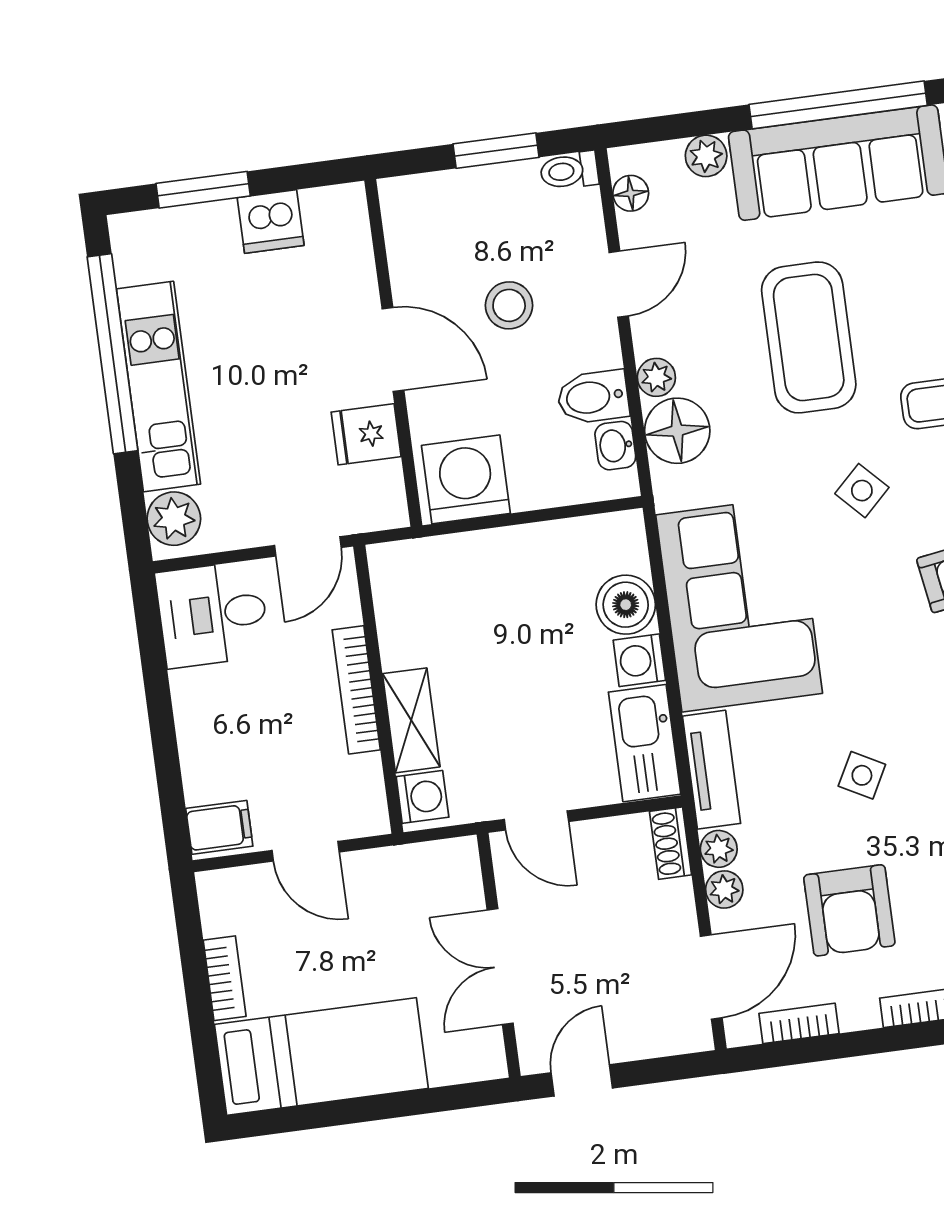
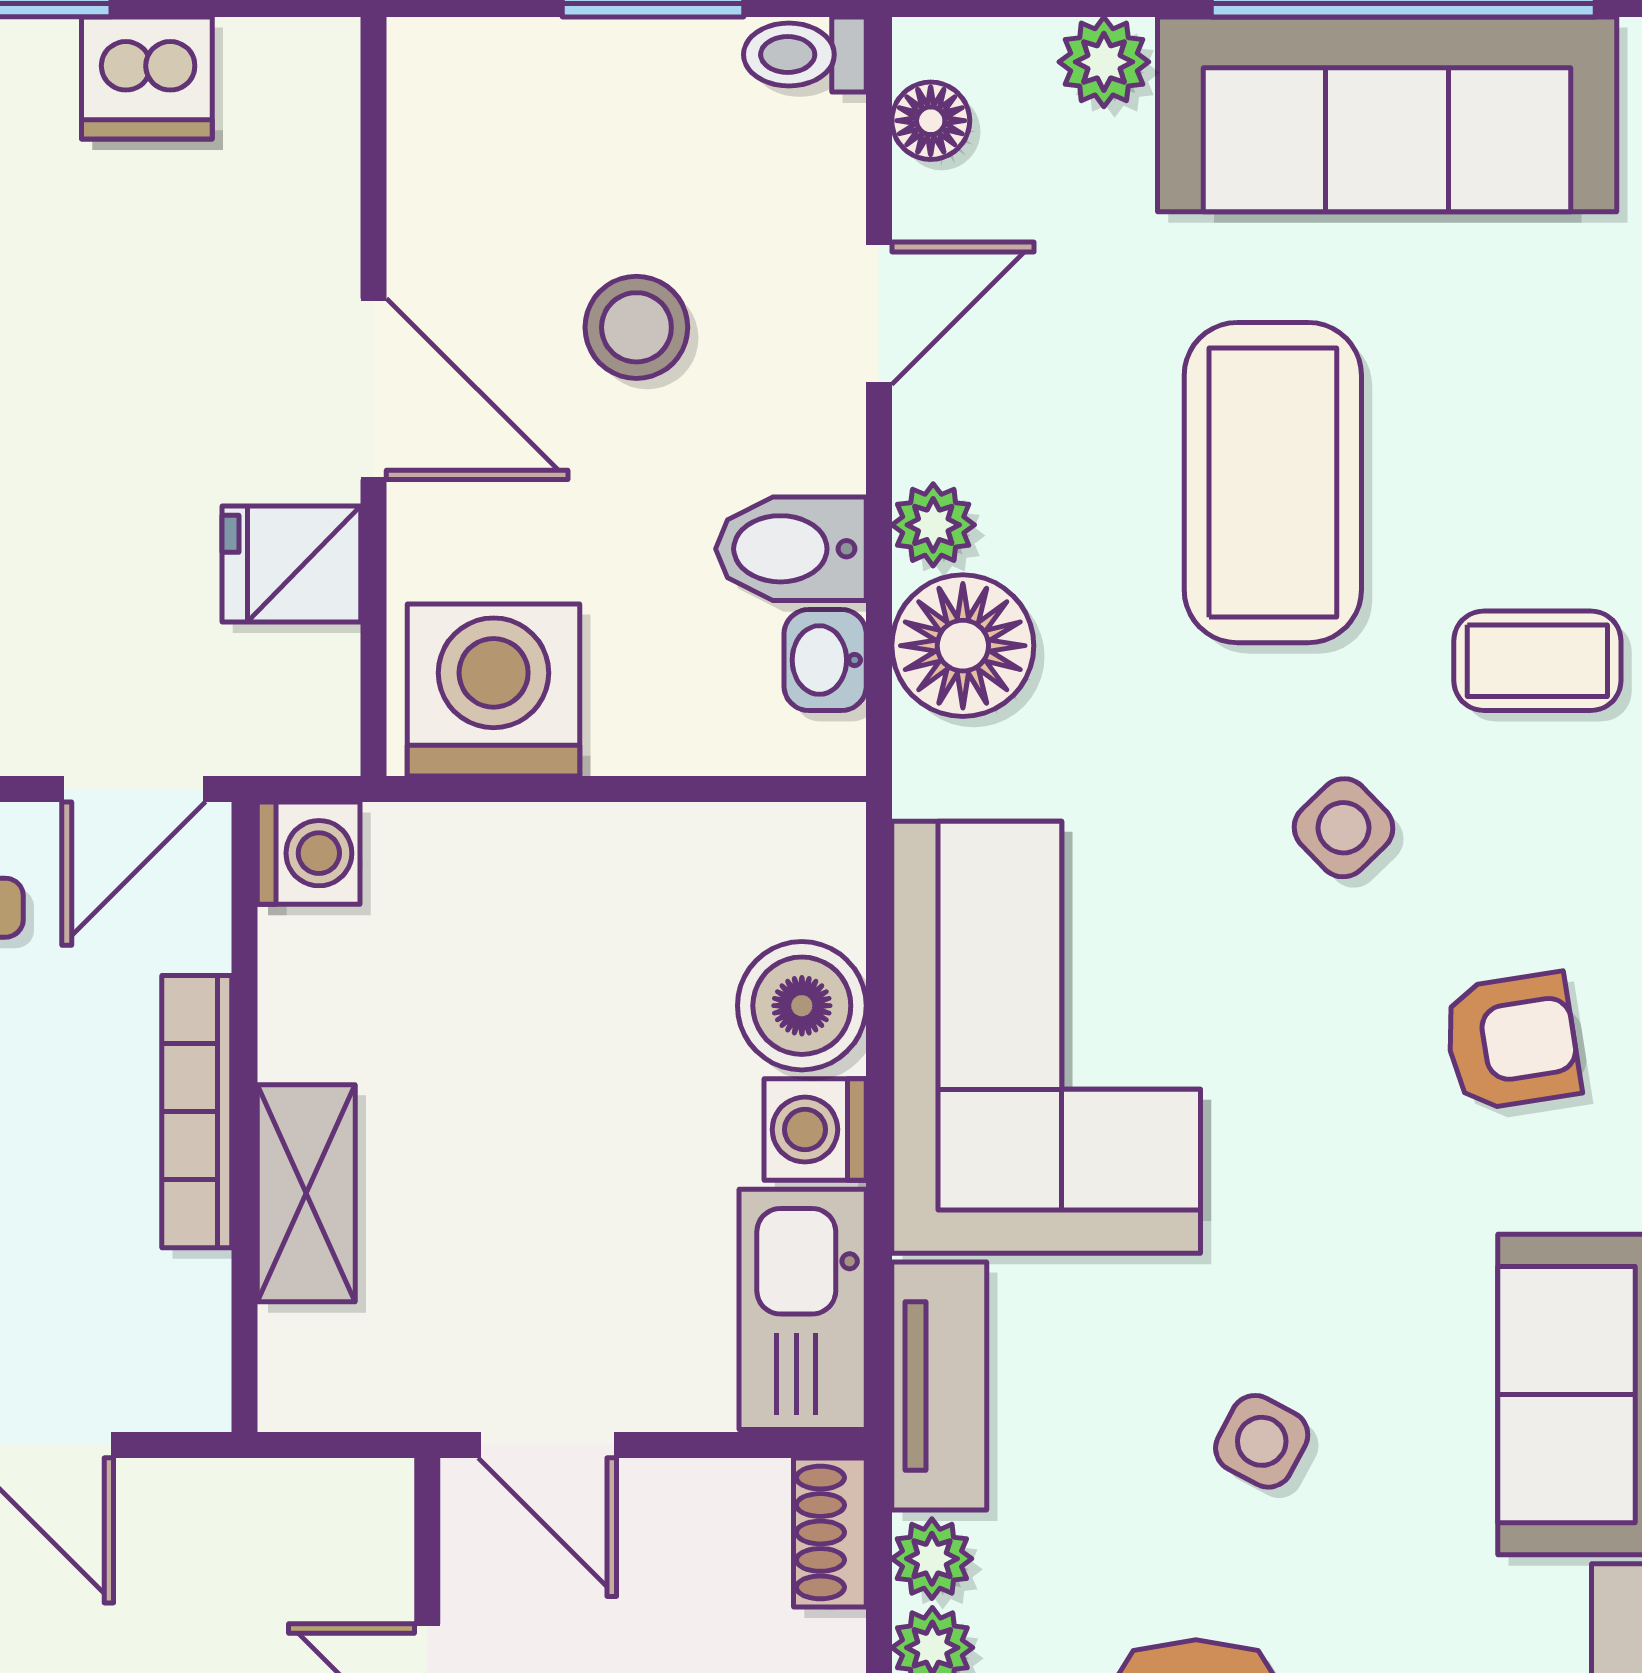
washing machine: (422, 797) -> (309, 853), moved

